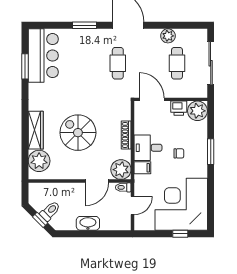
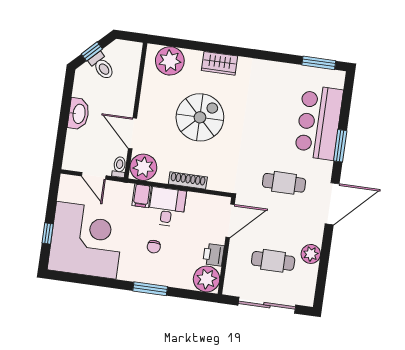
bar counter: (43, 56) -> (319, 123), moved, turned 90
window: (25, 66) -> (319, 63), moved
wardrobe: (36, 130) -> (219, 63), width x0.67

